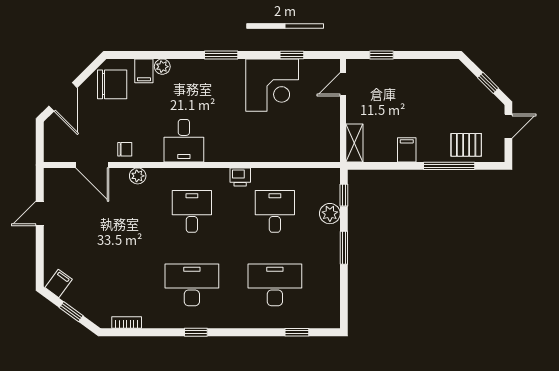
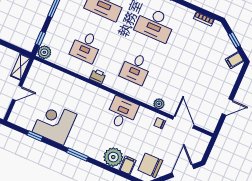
plant: (162, 67) -> (113, 157), width x1.87, depth x1.87
door: (343, 84) -> (17, 93), moved
plant: (330, 214) -> (44, 52), moved

